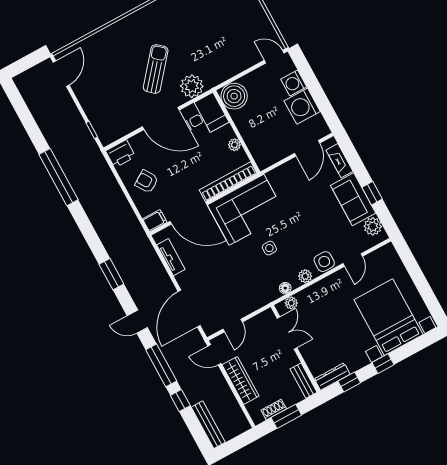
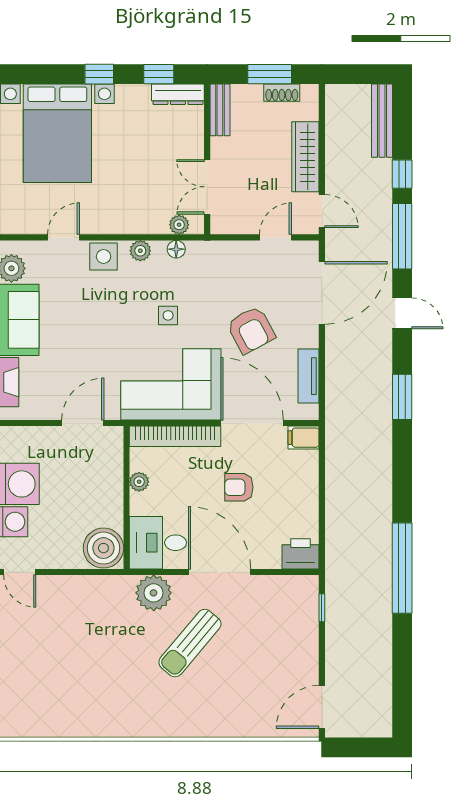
door: (307, 148) -> (83, 423), moved
armchair: (147, 181) -> (239, 487), moved, turned 123
armchair: (218, 266) -> (251, 330), added

